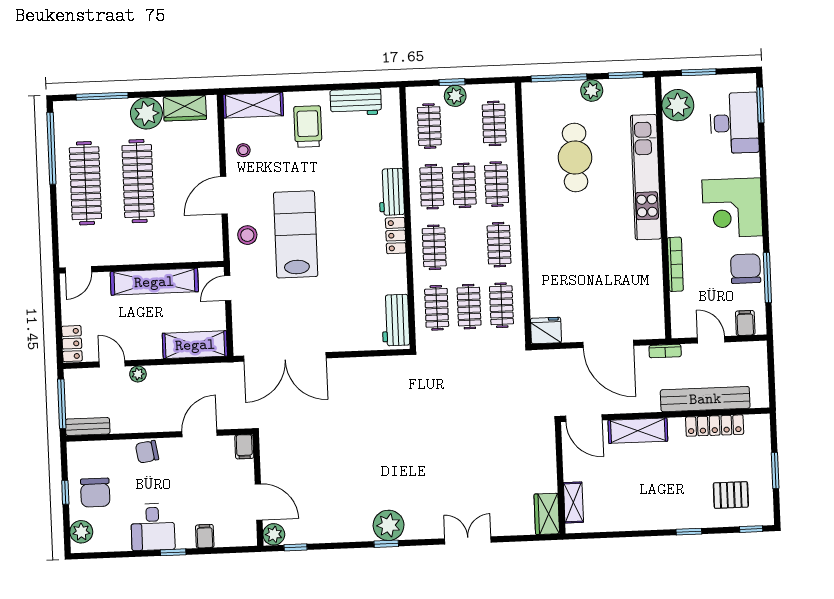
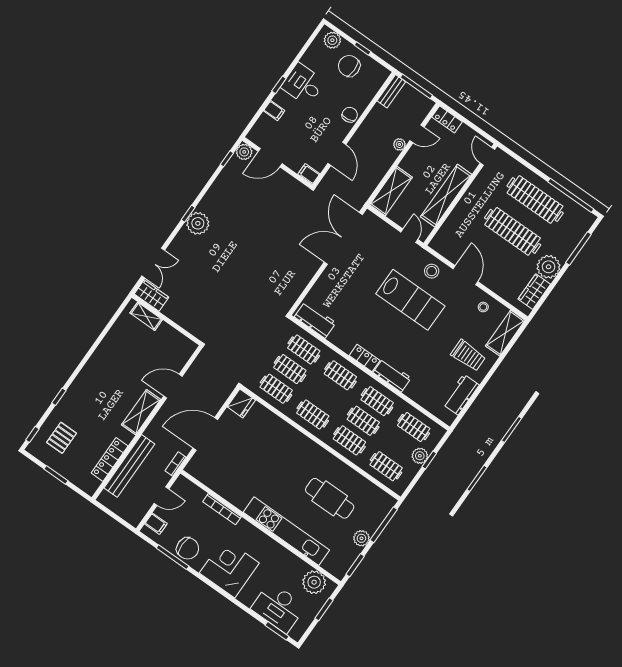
wall: (560, 478) -> (167, 320), moved
shelving: (573, 502) -> (146, 316), moved
wardrobe: (547, 514) -> (151, 296), moved

